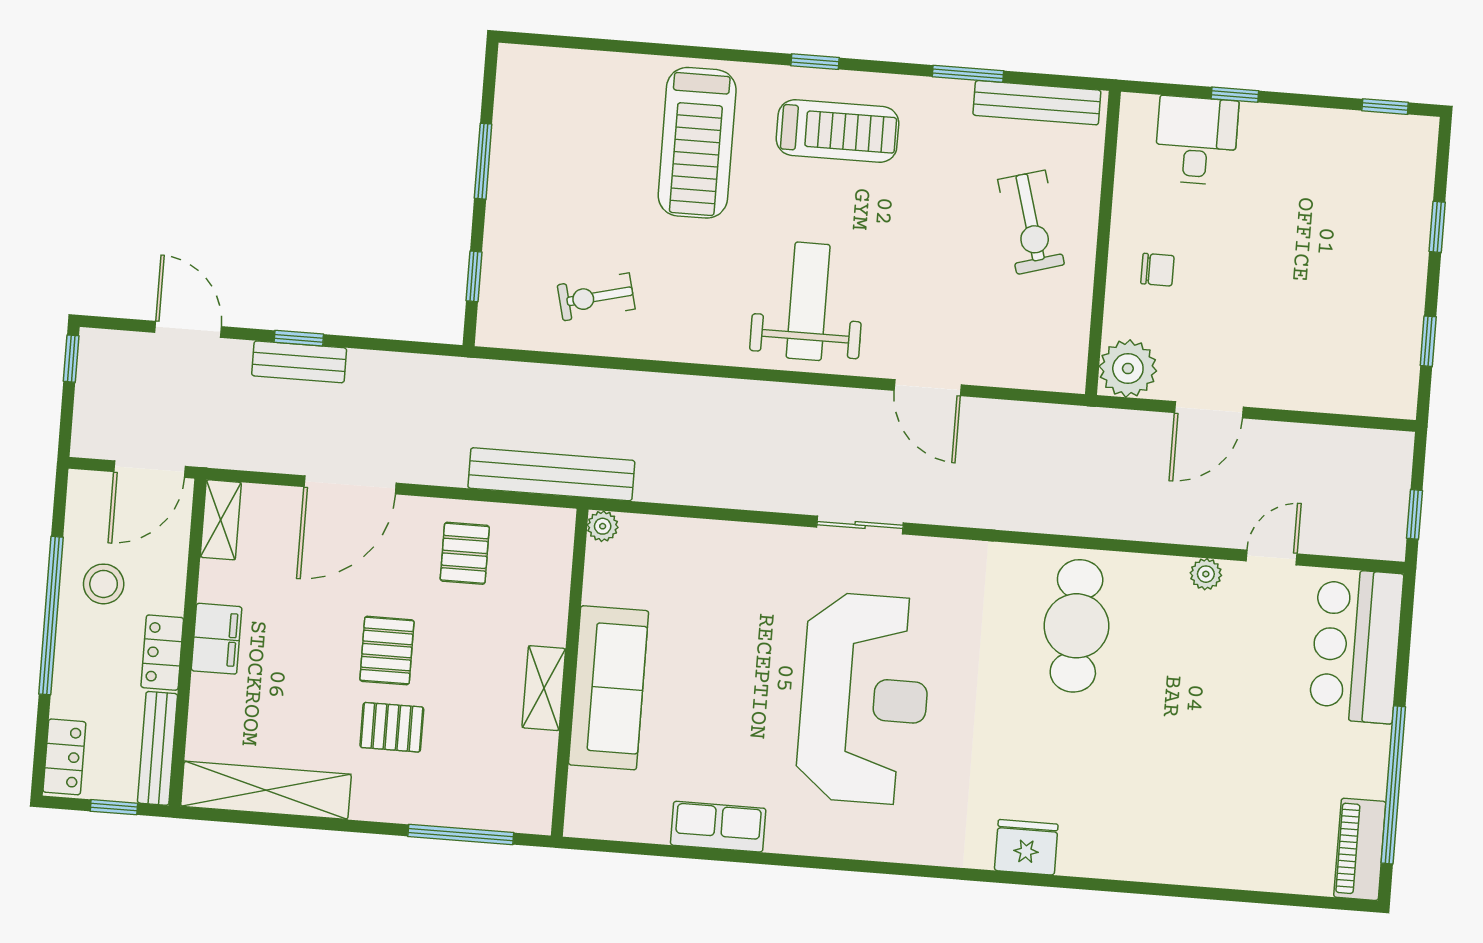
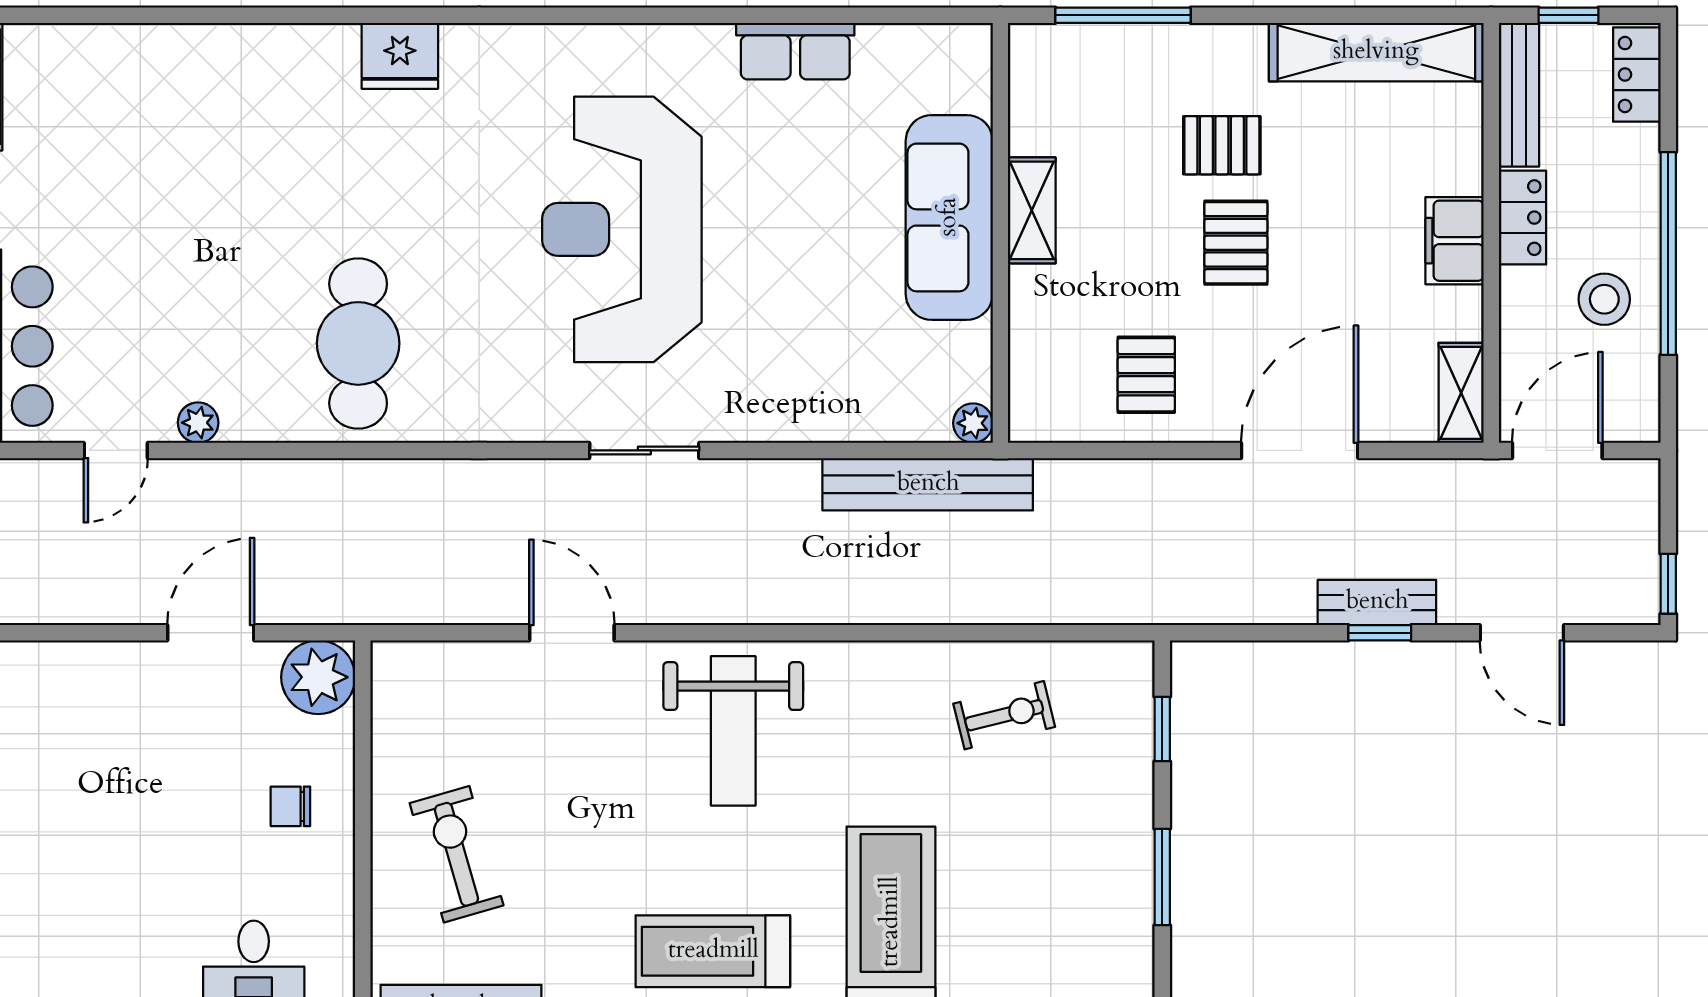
bench: (551, 474) -> (928, 484), moved

